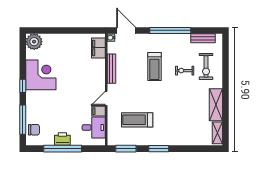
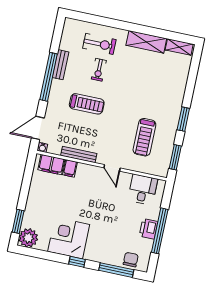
window: (46, 30) -> (18, 221), added
bench: (203, 38) -> (61, 65), moved
filing cabinet: (98, 111) -> (70, 168), moved

